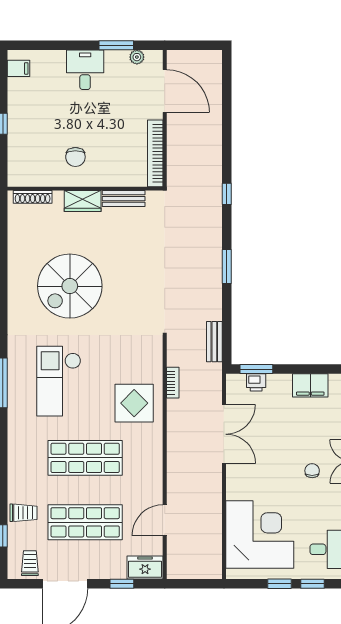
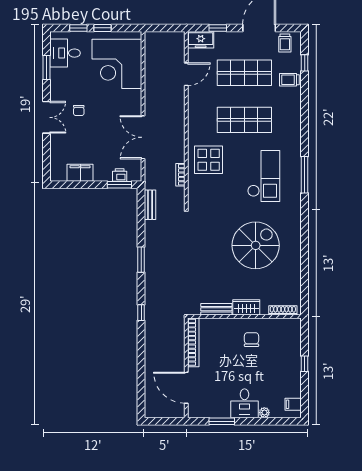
plant: (137, 57) -> (264, 413), moved

